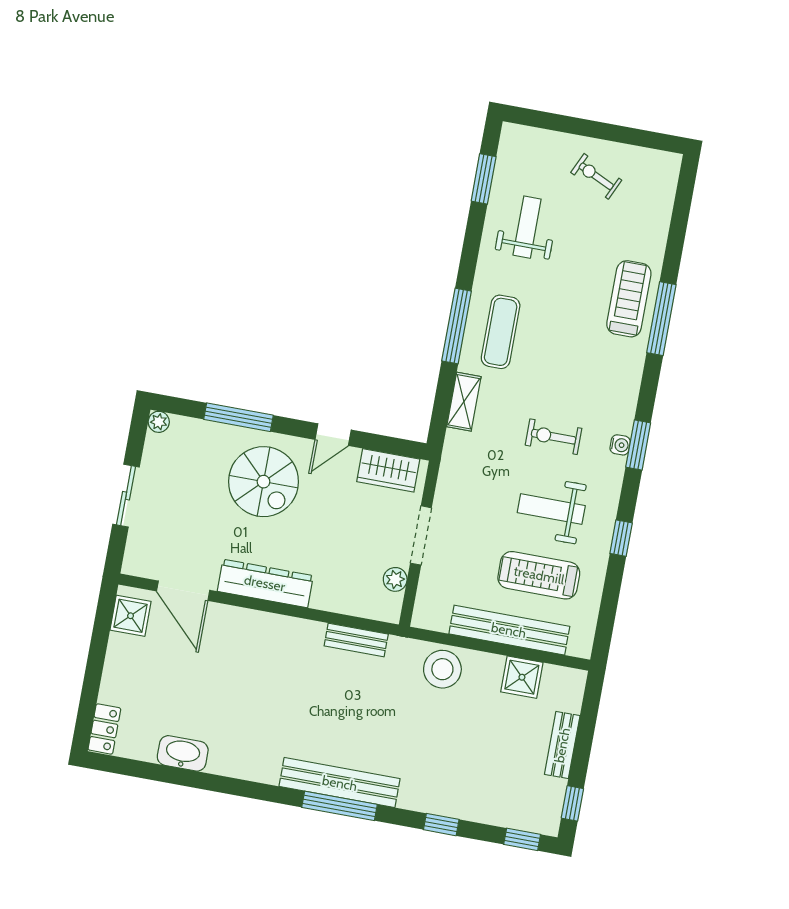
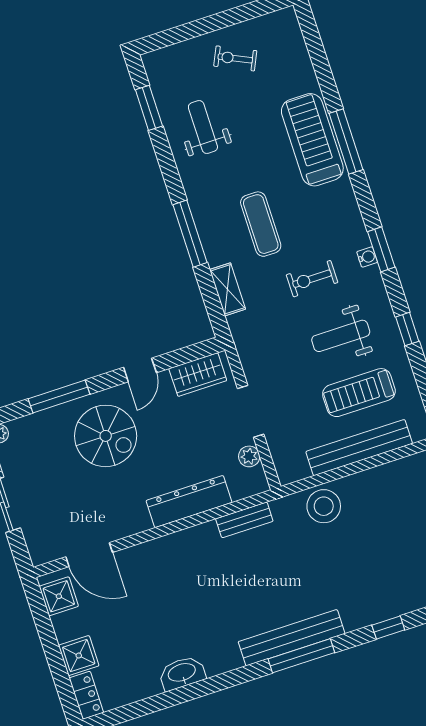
treadmill: (629, 299) -> (312, 140), width x1.37, depth x1.38
exercise mat: (501, 332) -> (261, 224), moved
dresser: (265, 583) -> (189, 502), moved
shower: (522, 677) -> (79, 656), moved
washbasin: (183, 753) -> (182, 673), moved

